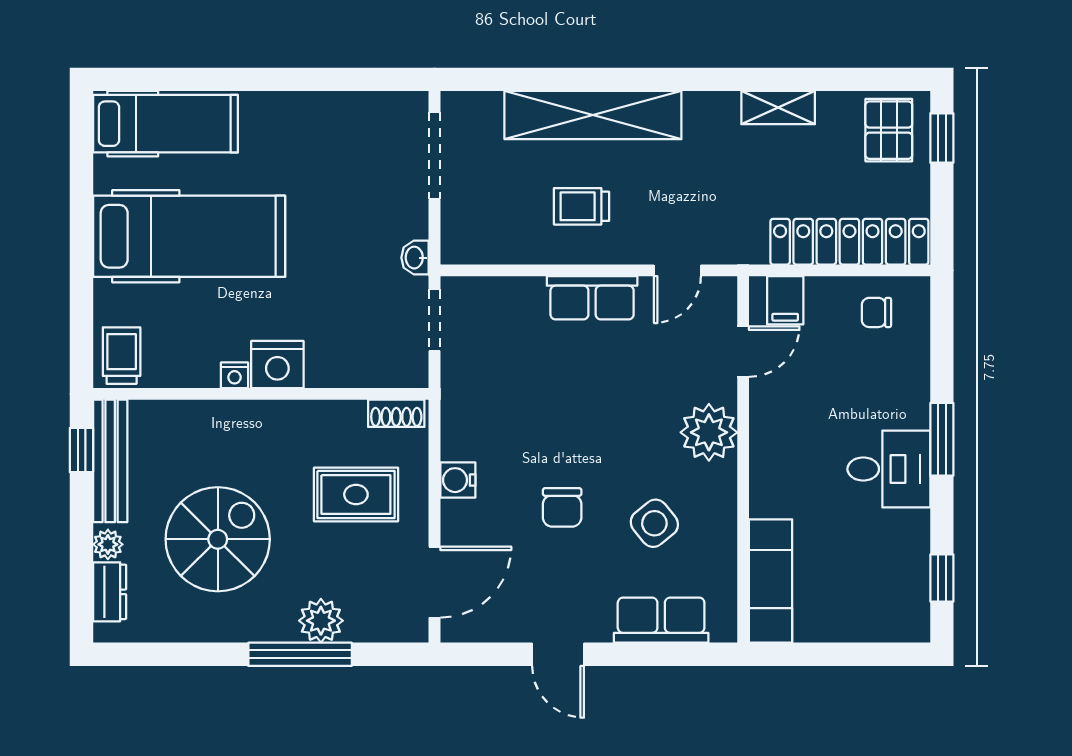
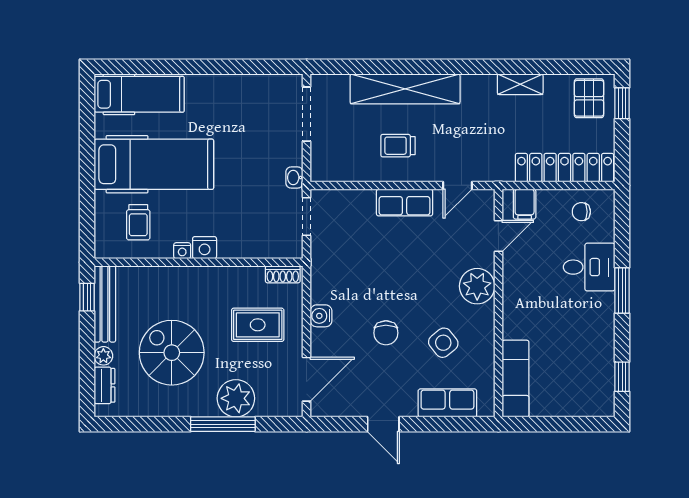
trolley: (122, 356) -> (138, 222), moved, turned 180
nightstand: (277, 365) -> (205, 248), width x0.74, depth x0.75
desk: (889, 469) -> (589, 267), moved
spiral stairs: (218, 539) -> (172, 353), turned -90
plant: (321, 621) -> (236, 398), width x1.36, depth x1.36

